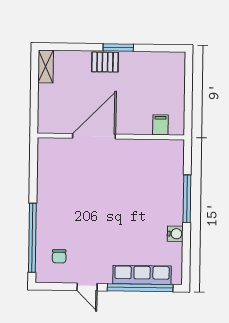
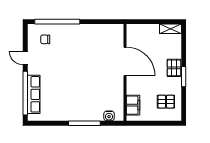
pallet: (156, 75) -> (166, 102), added
filing cabinet: (160, 125) -> (133, 105), width x2.00
water cooler: (175, 234) -> (109, 116), moved
door: (87, 287) -> (25, 58), hinge flipped

